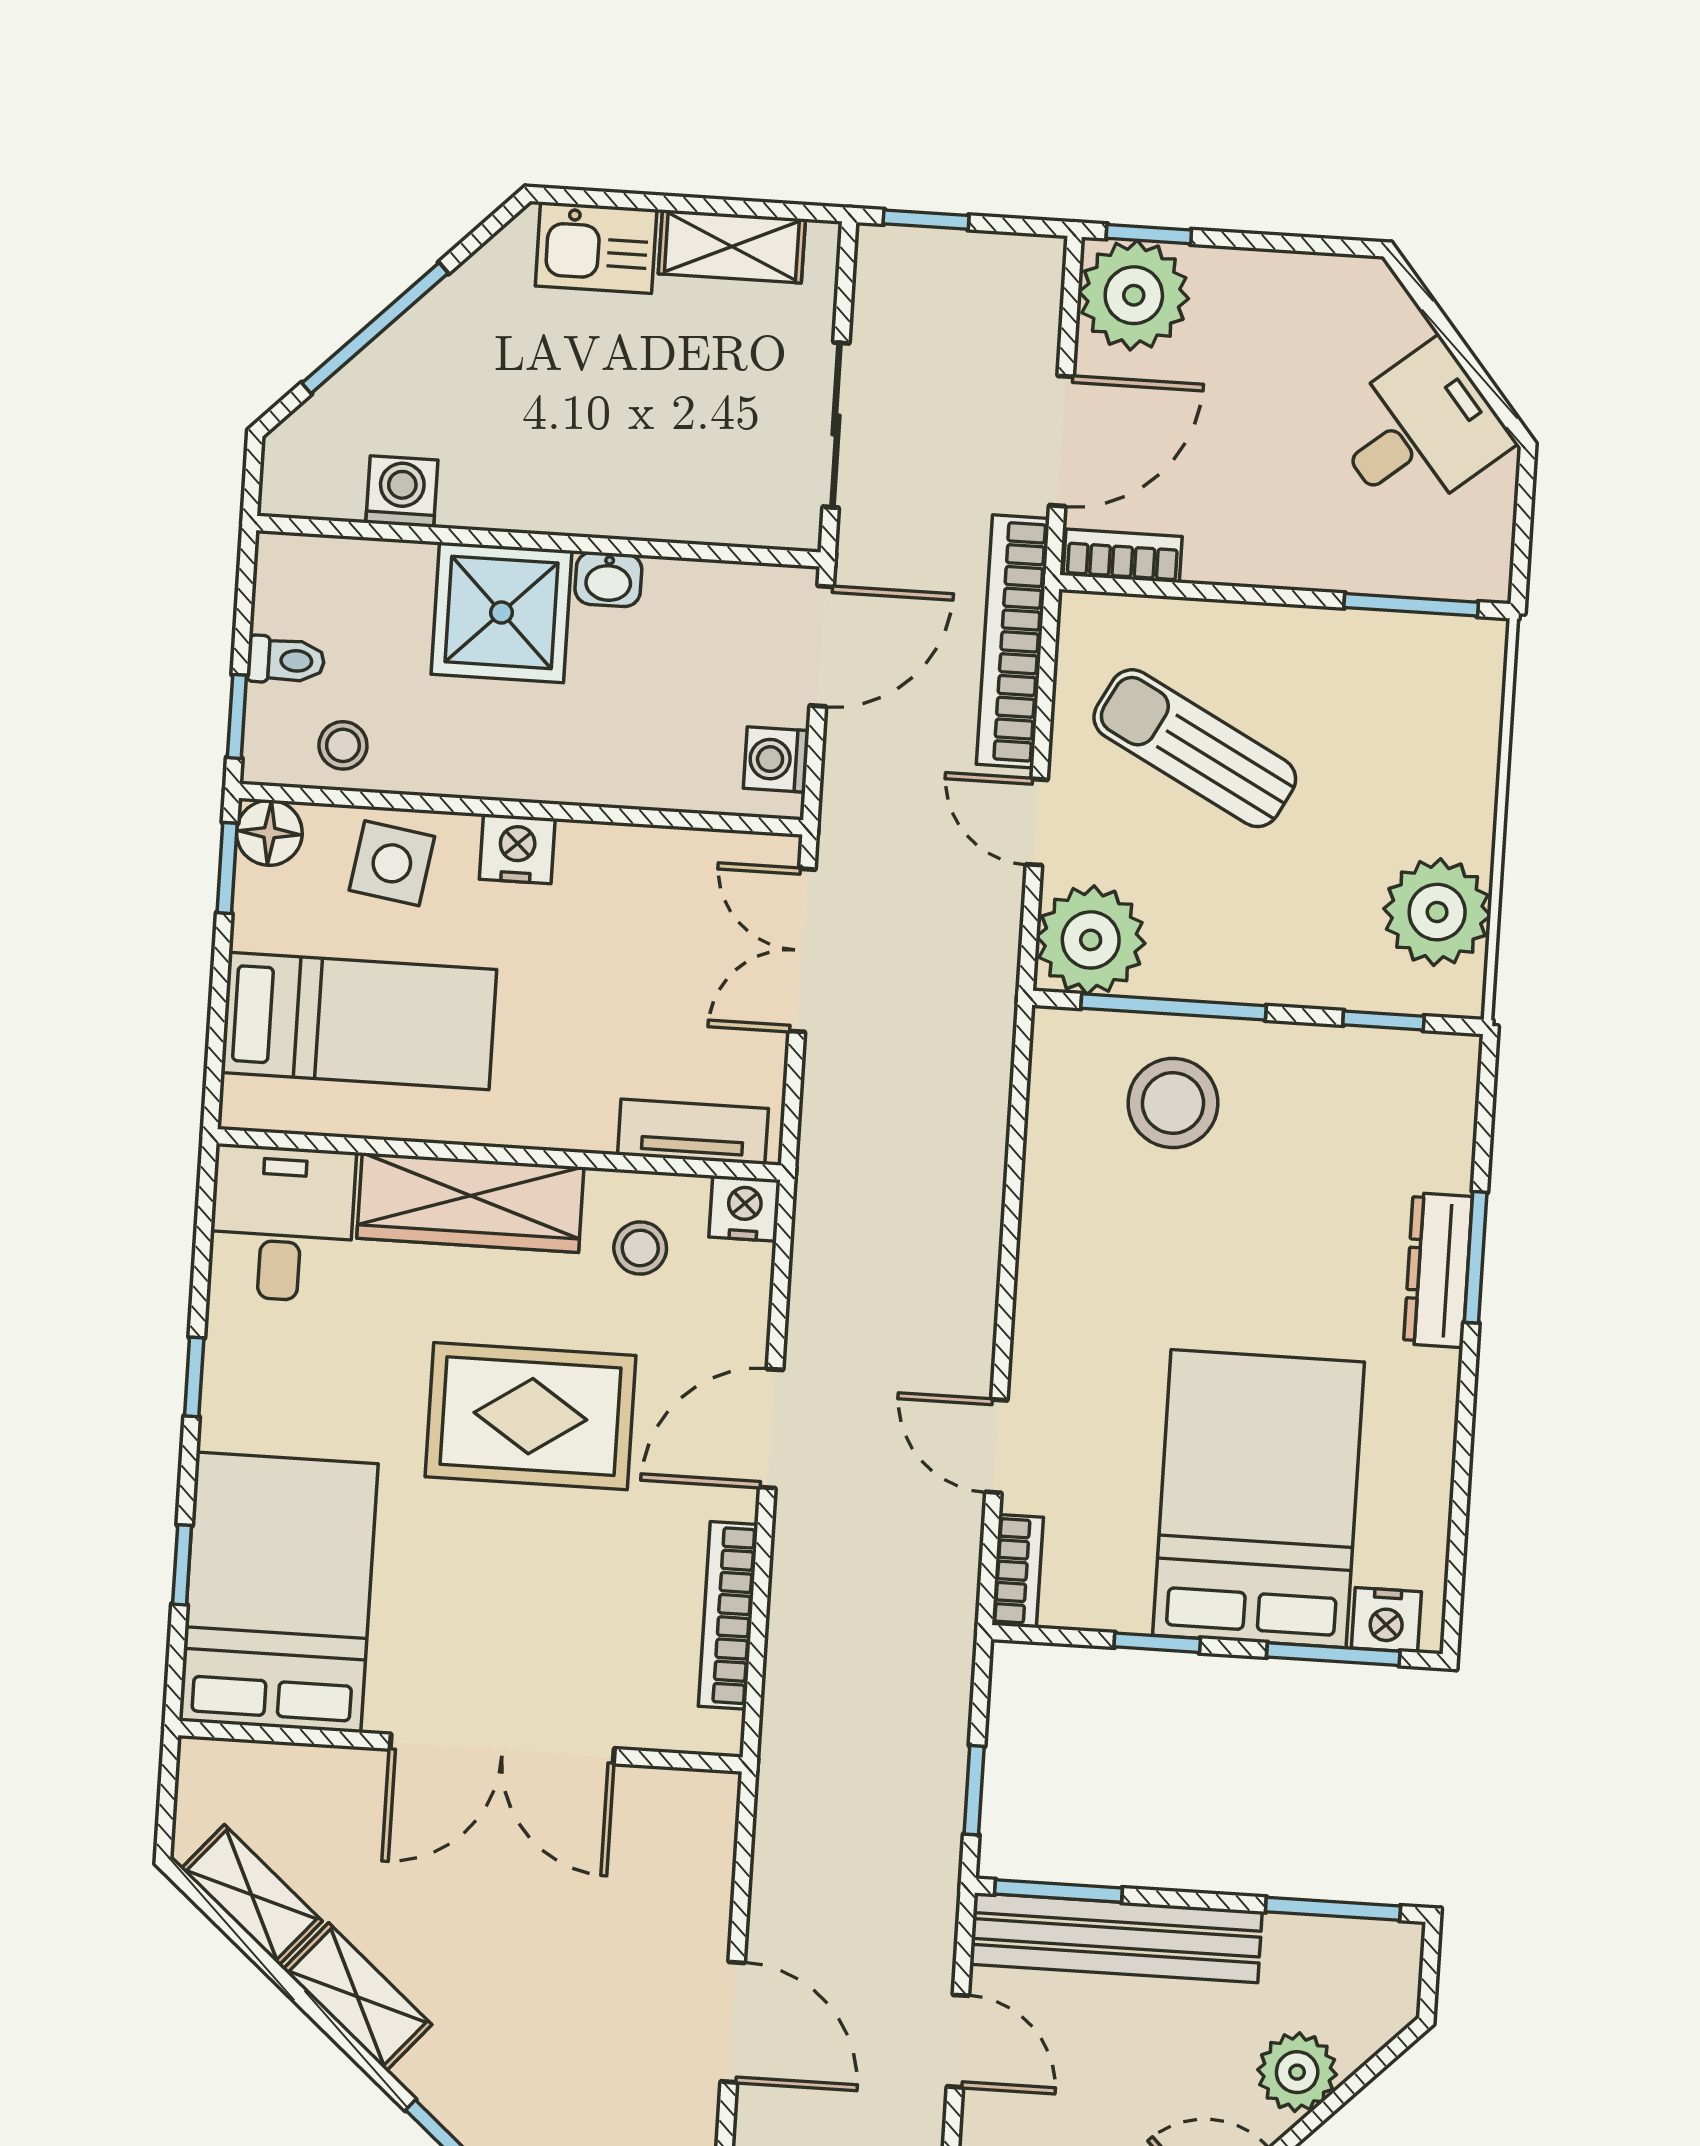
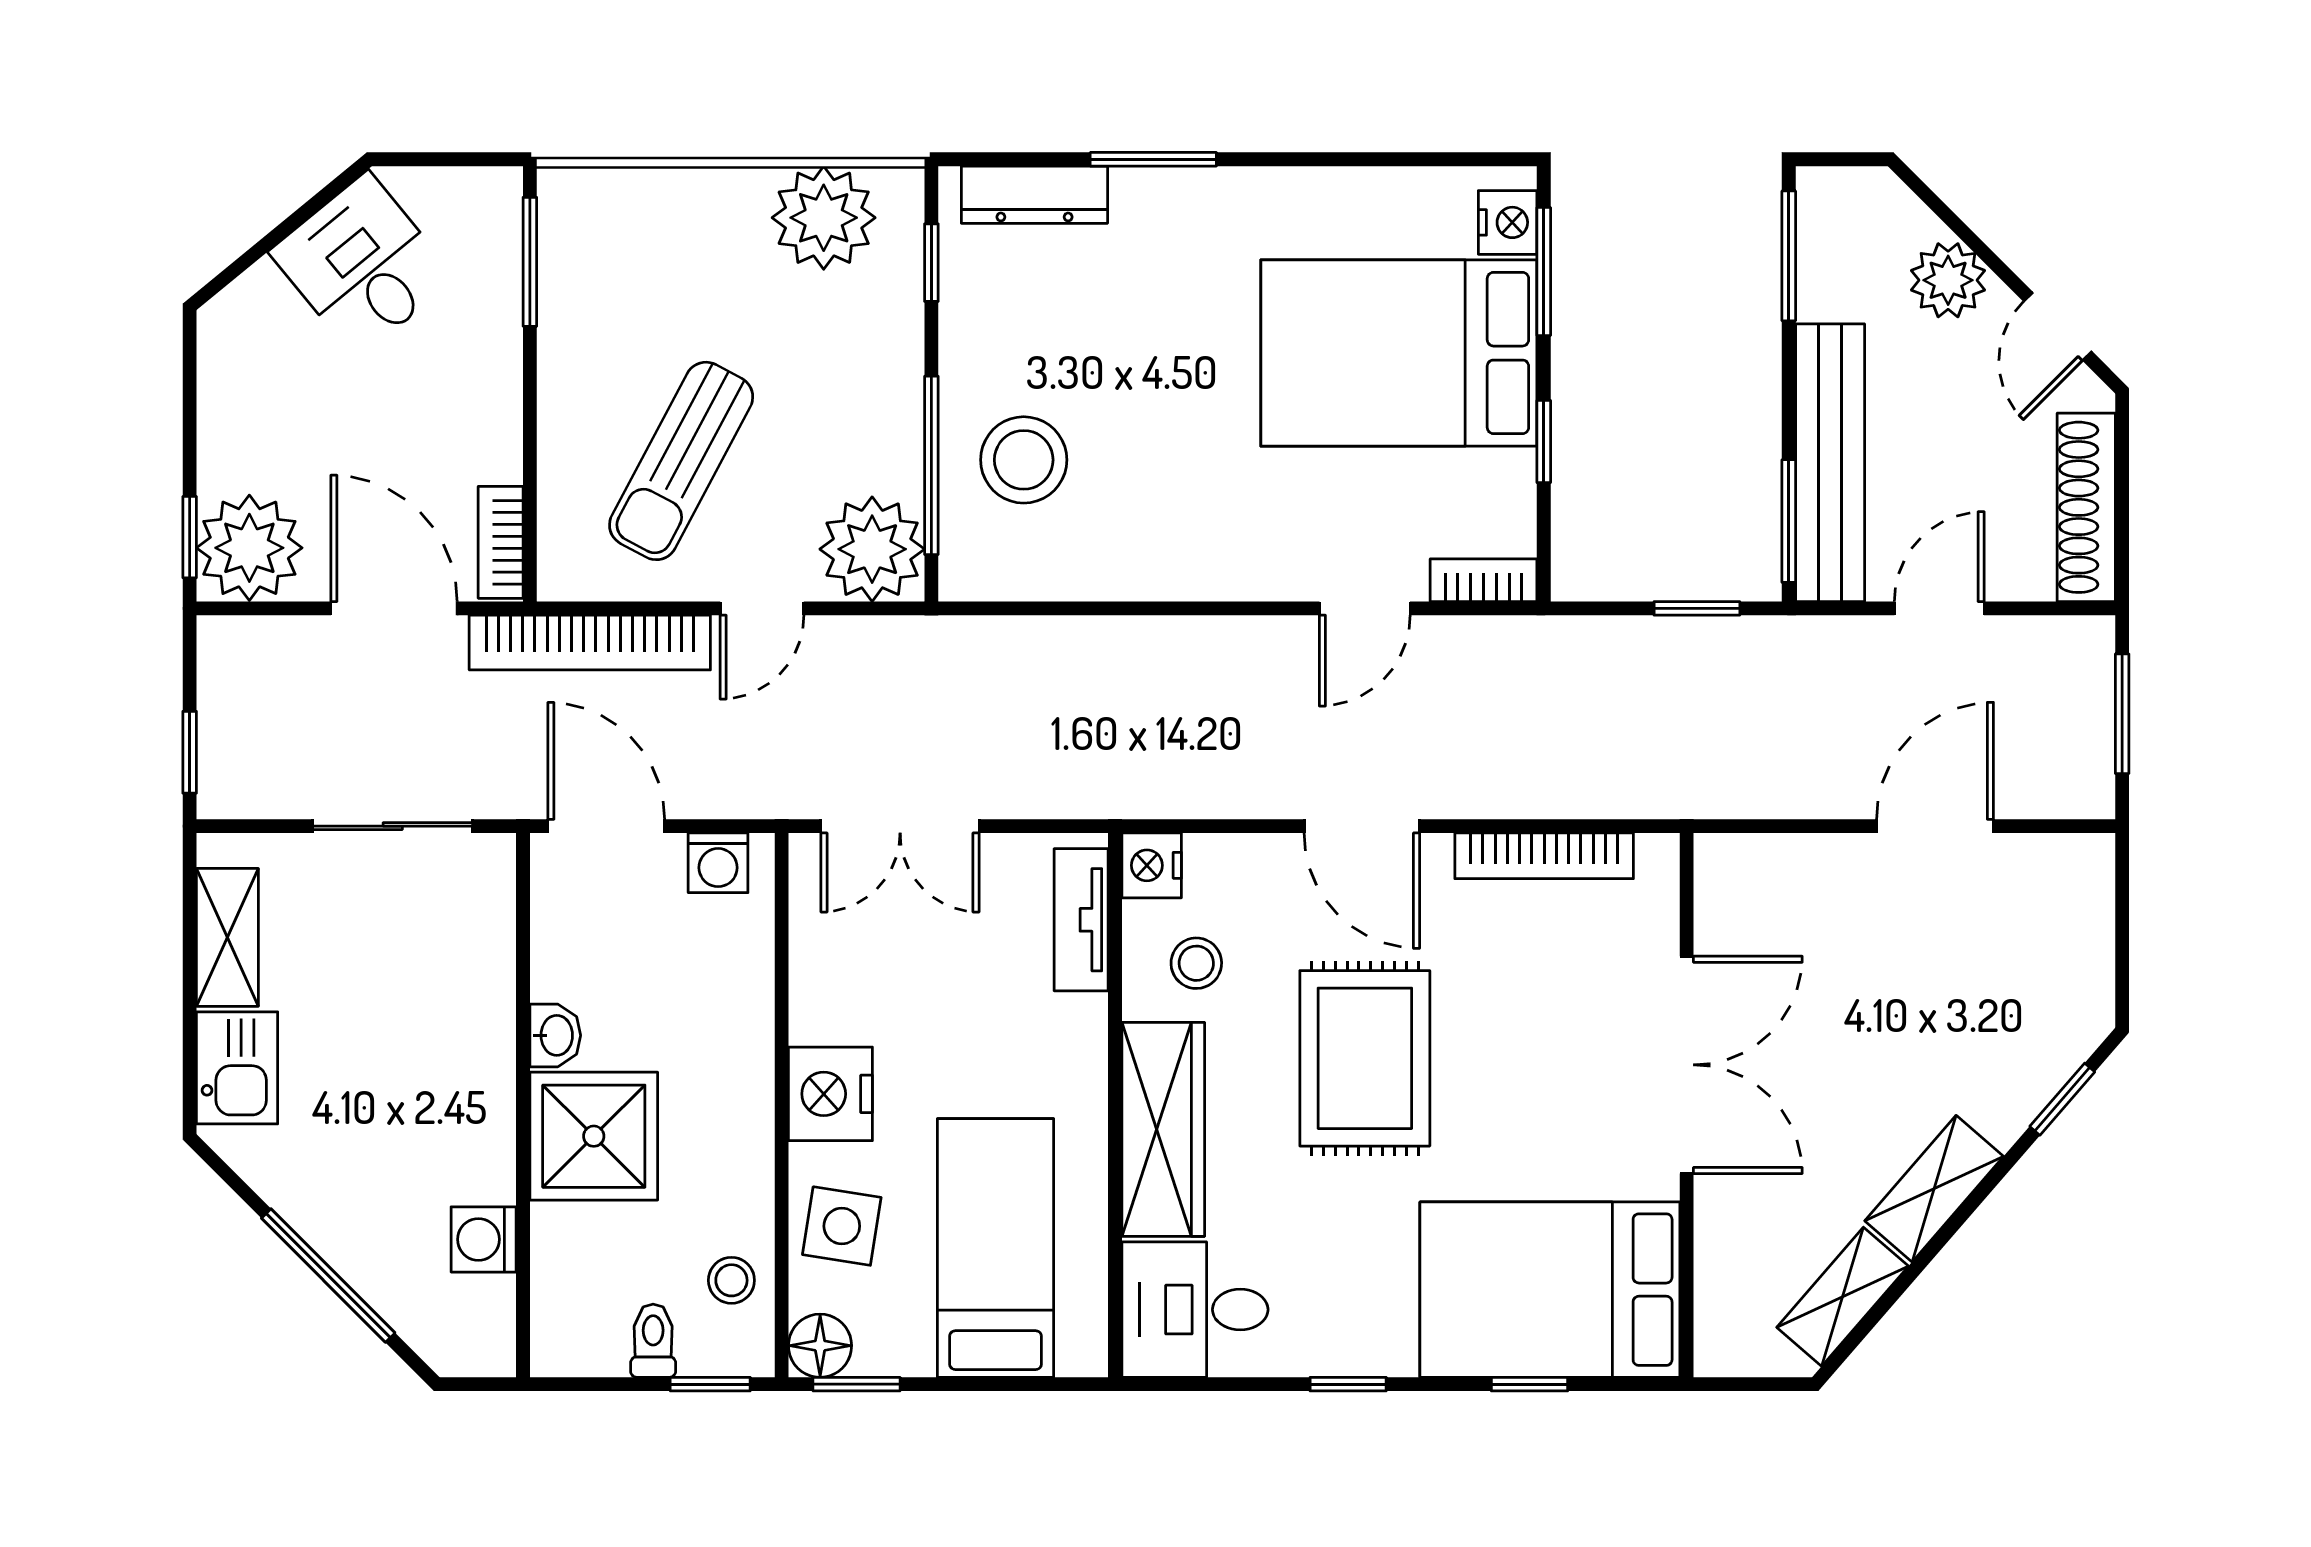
nightstand: (517, 849) -> (830, 1094), width x1.36, depth x1.33
dresser: (1438, 1270) -> (1034, 195), moved

